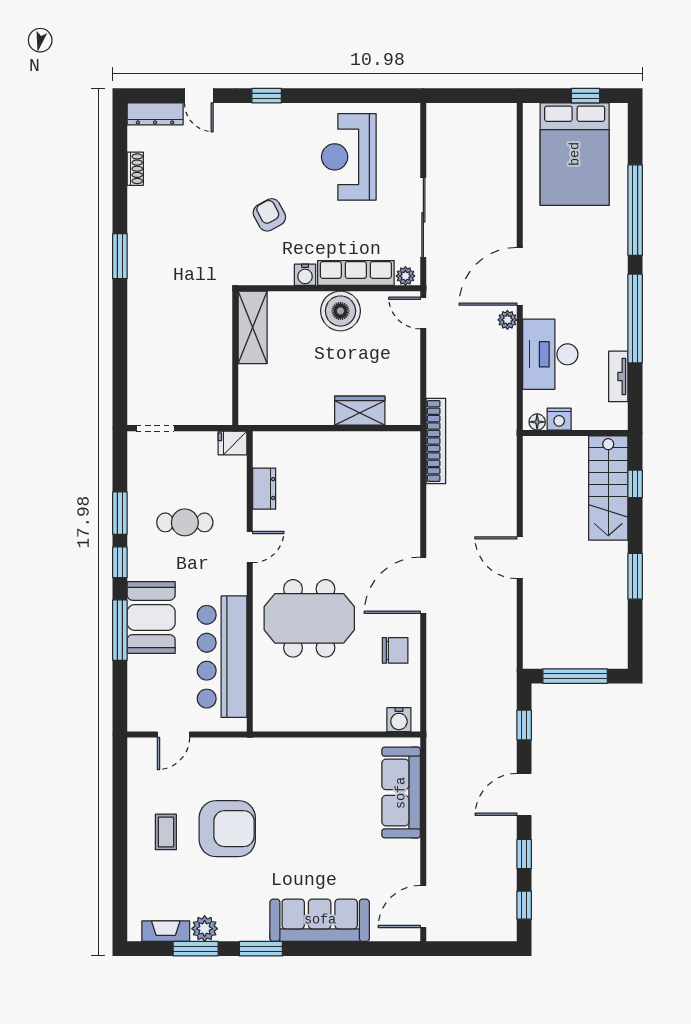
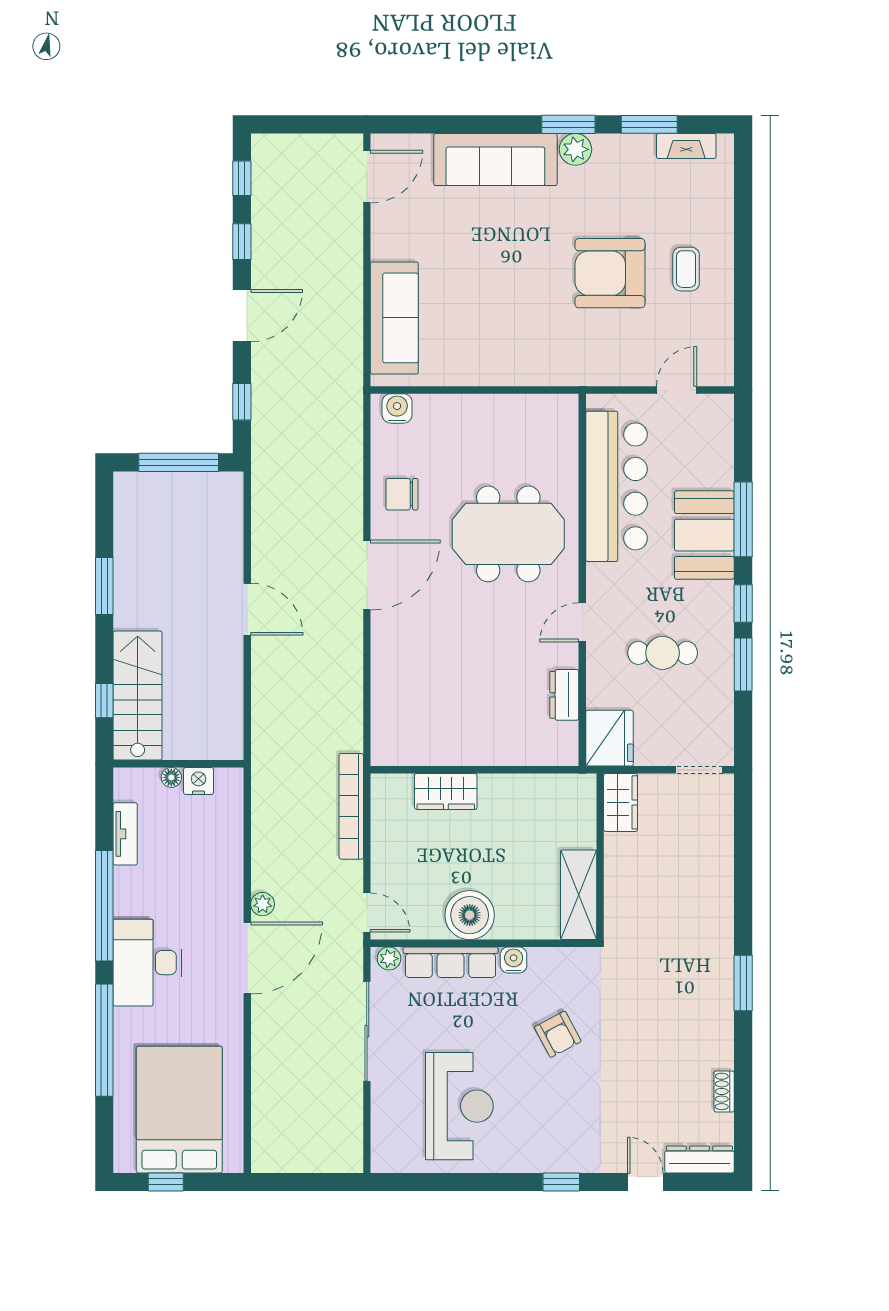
desk: (550, 354) -> (147, 963), moved, turned 180
wardrobe: (219, 402) -> (621, 802), added
floor lamp: (537, 422) -> (171, 777), moved
bookcase: (436, 441) -> (351, 806), moved
fridge: (232, 443) -> (610, 738), width x1.88, depth x1.34
plant: (205, 929) -> (575, 149), moved

